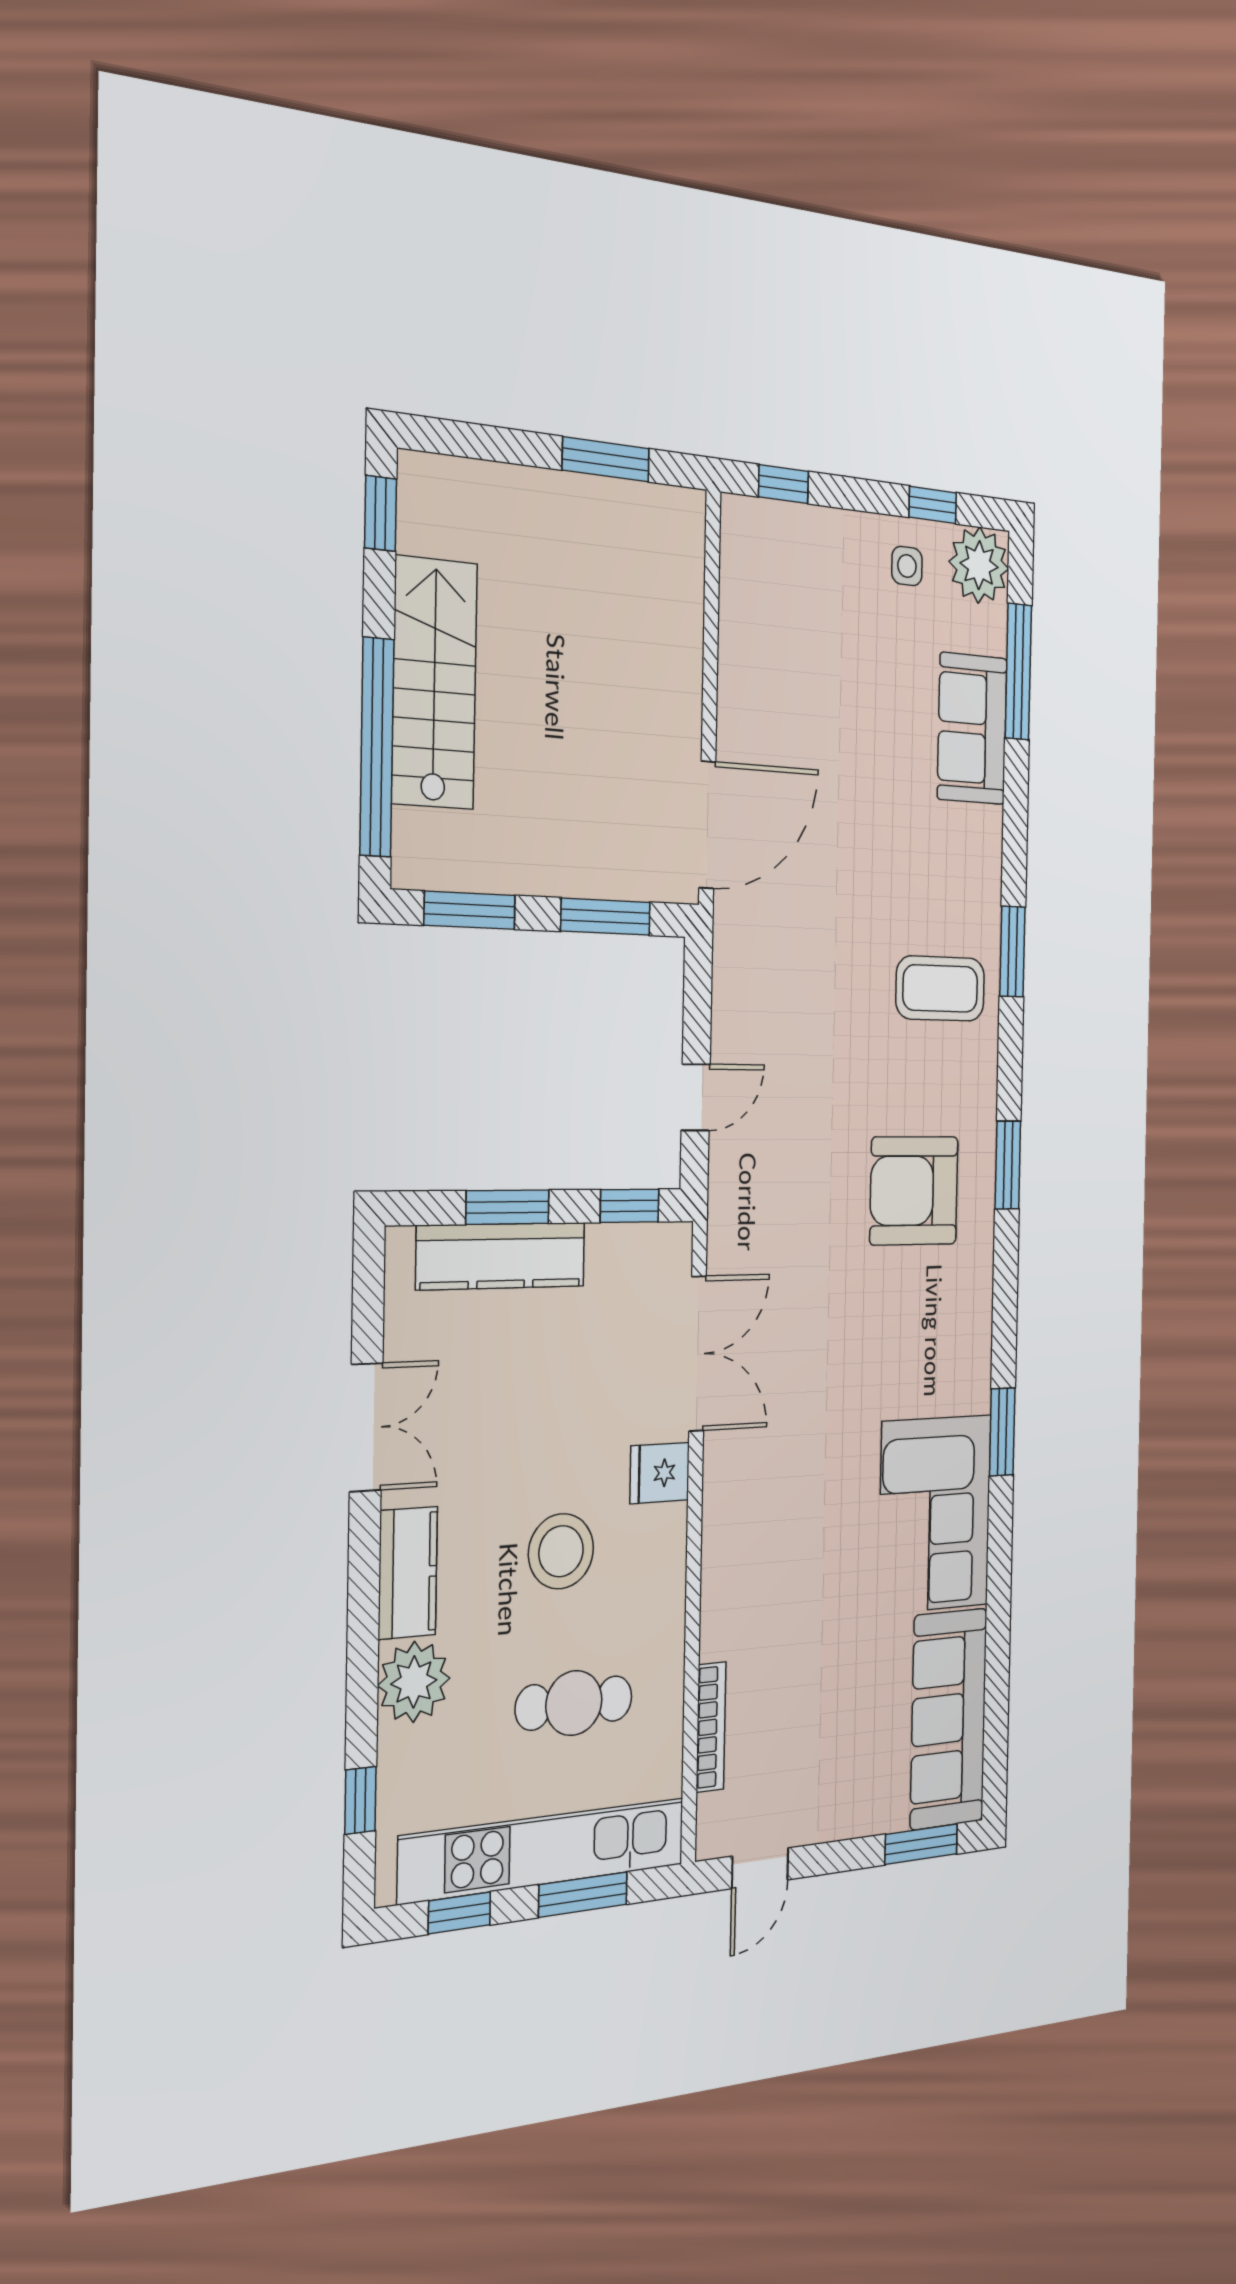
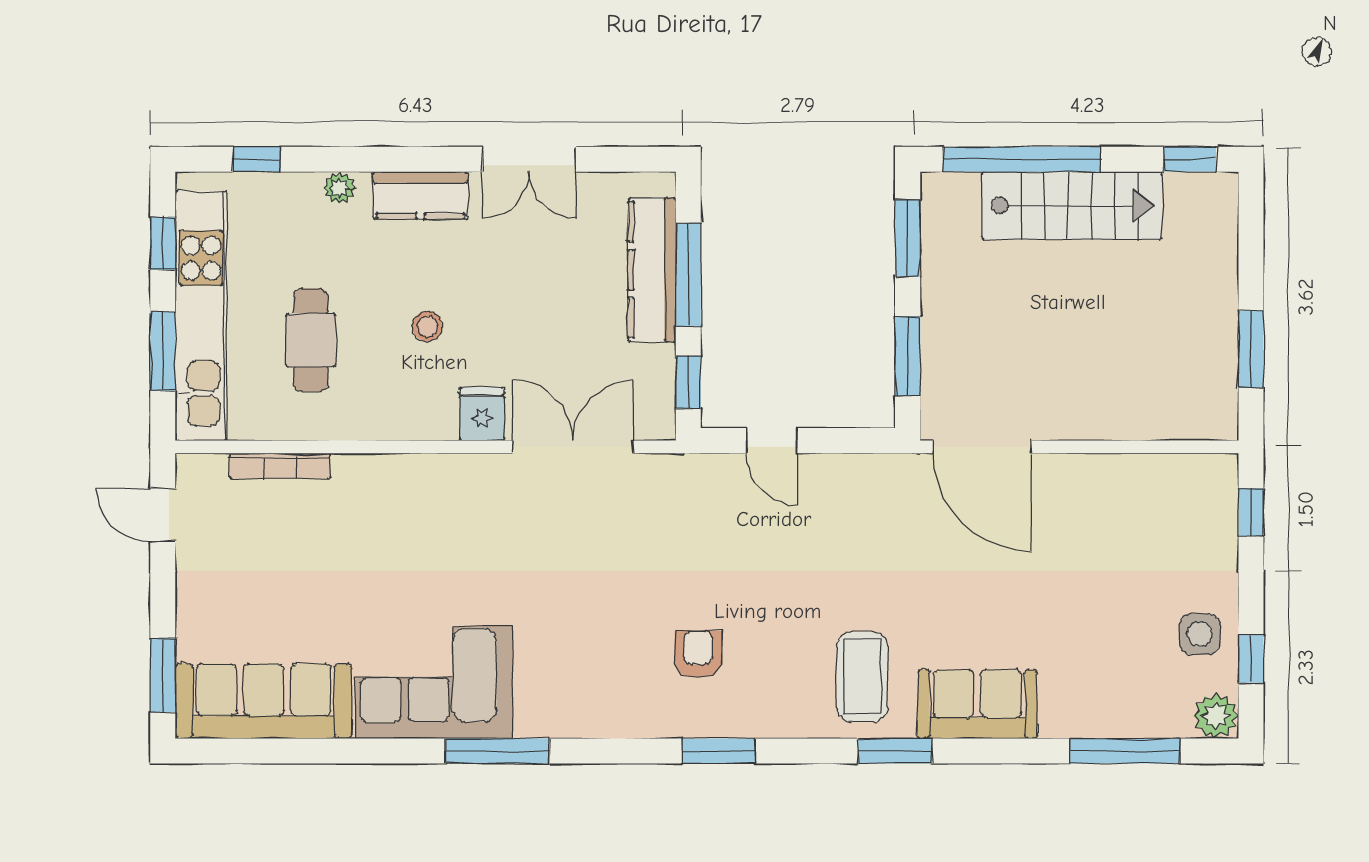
plant: (979, 565) -> (1216, 716), width x0.73, depth x0.73
side table: (907, 566) -> (1200, 634), width x1.37, depth x1.37
sofa: (972, 729) -> (977, 704), moved
armchair: (914, 1191) -> (698, 654), width x0.53, depth x0.53
window: (508, 1207) -> (688, 275), width x1.44
double door: (698, 1354) -> (573, 447), swing flipped
window: (1002, 1432) -> (498, 751), width x1.44
stool: (561, 1551) -> (427, 326), width x0.53, depth x0.53
plant: (414, 1682) -> (339, 188), width x0.53, depth x0.53

